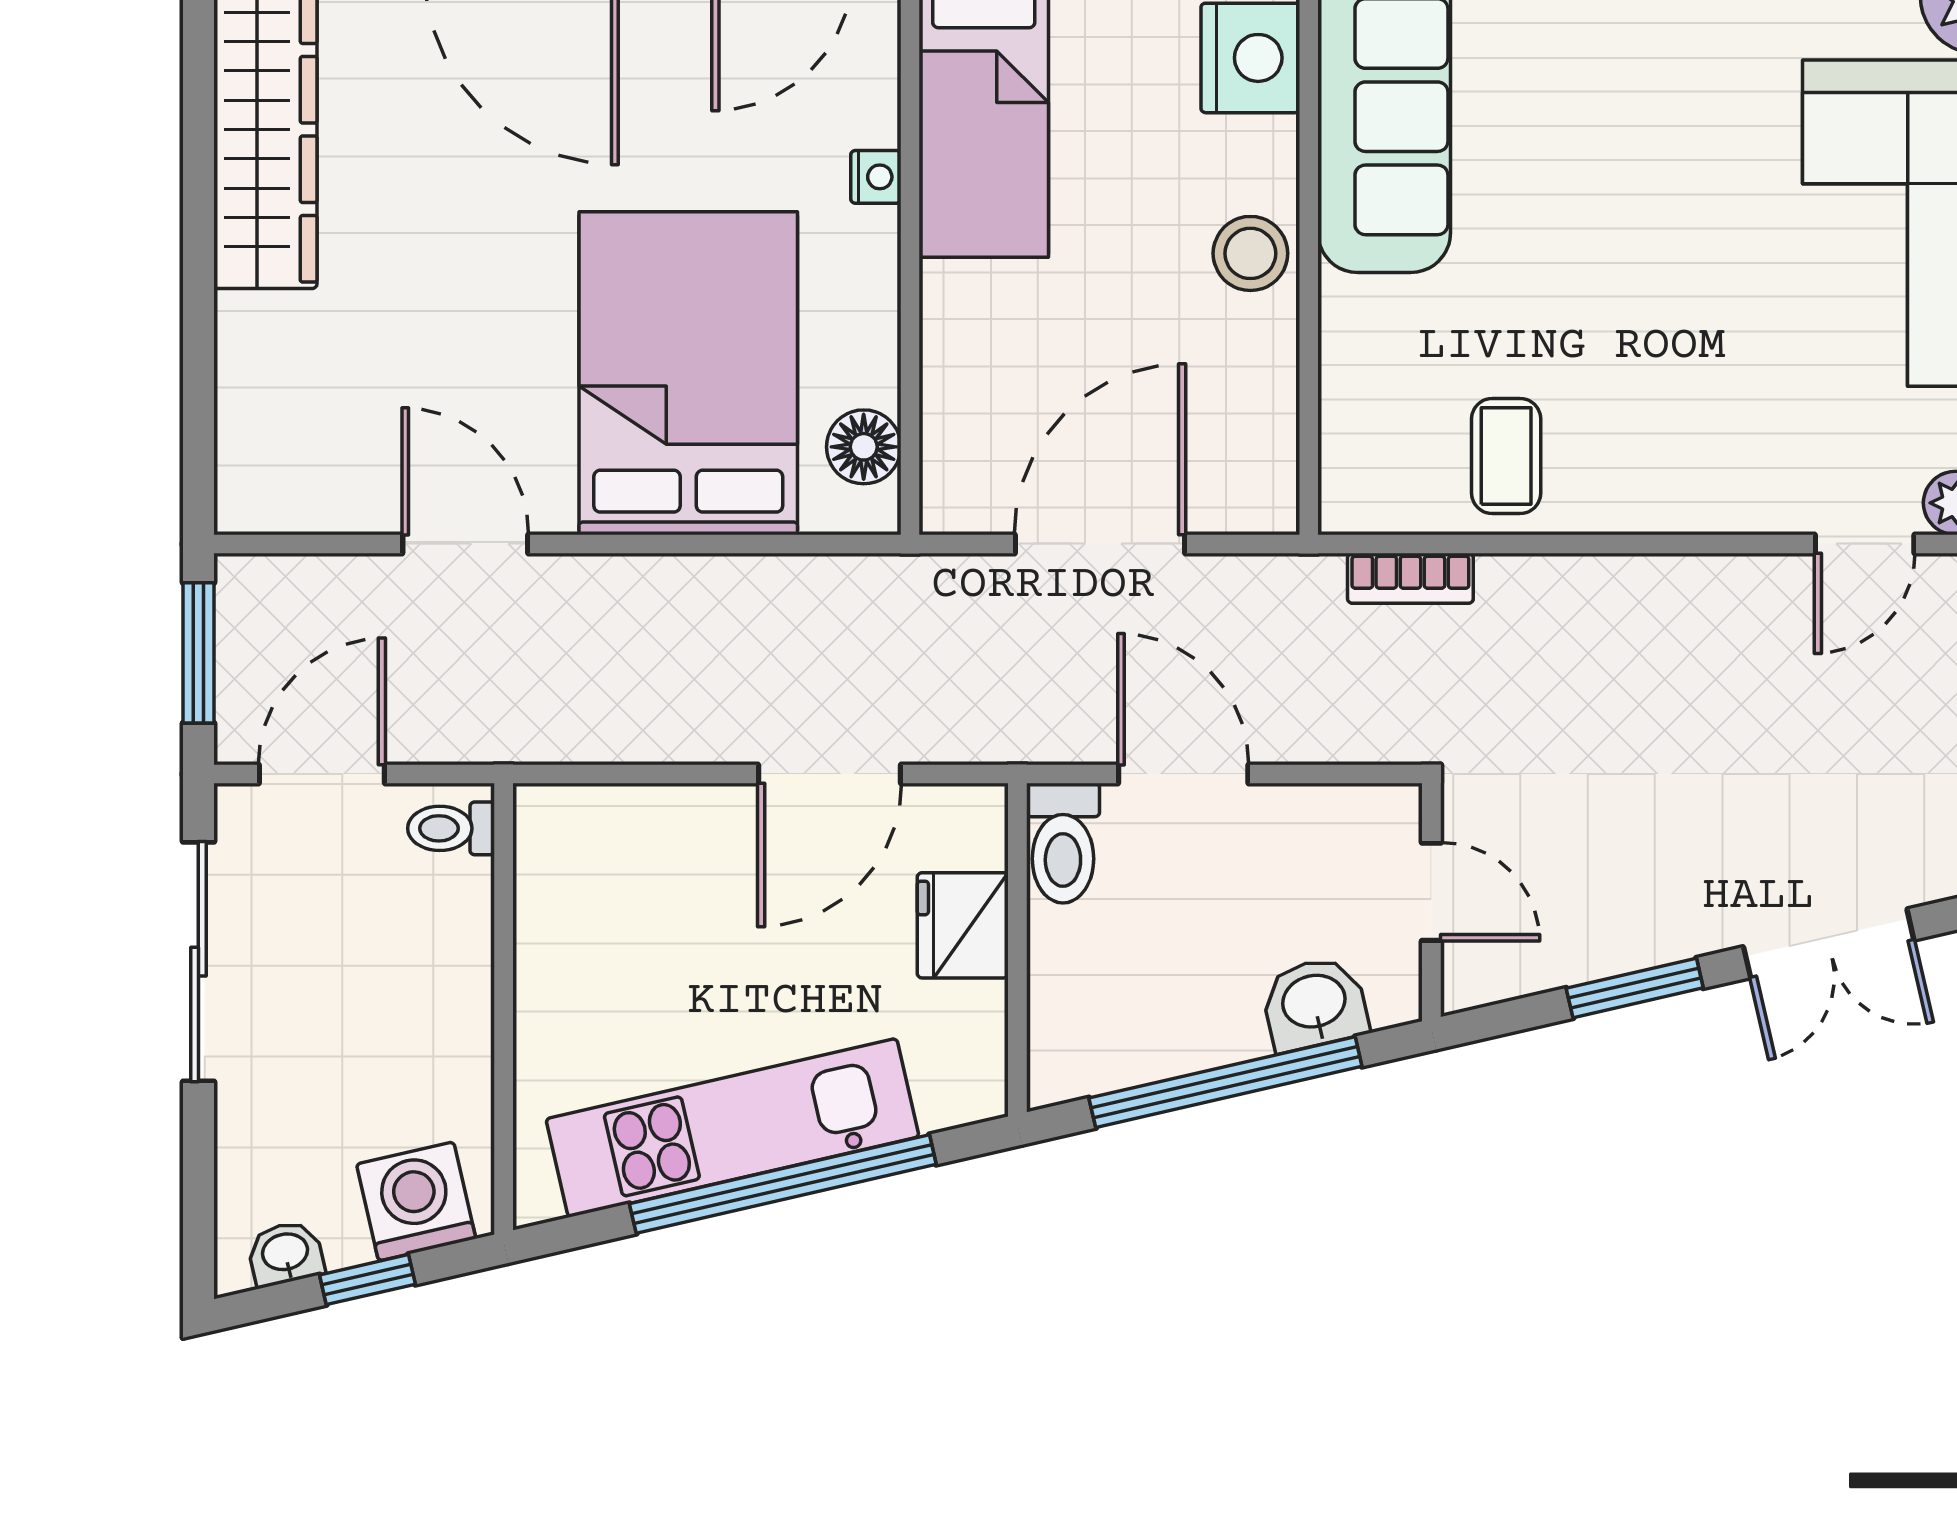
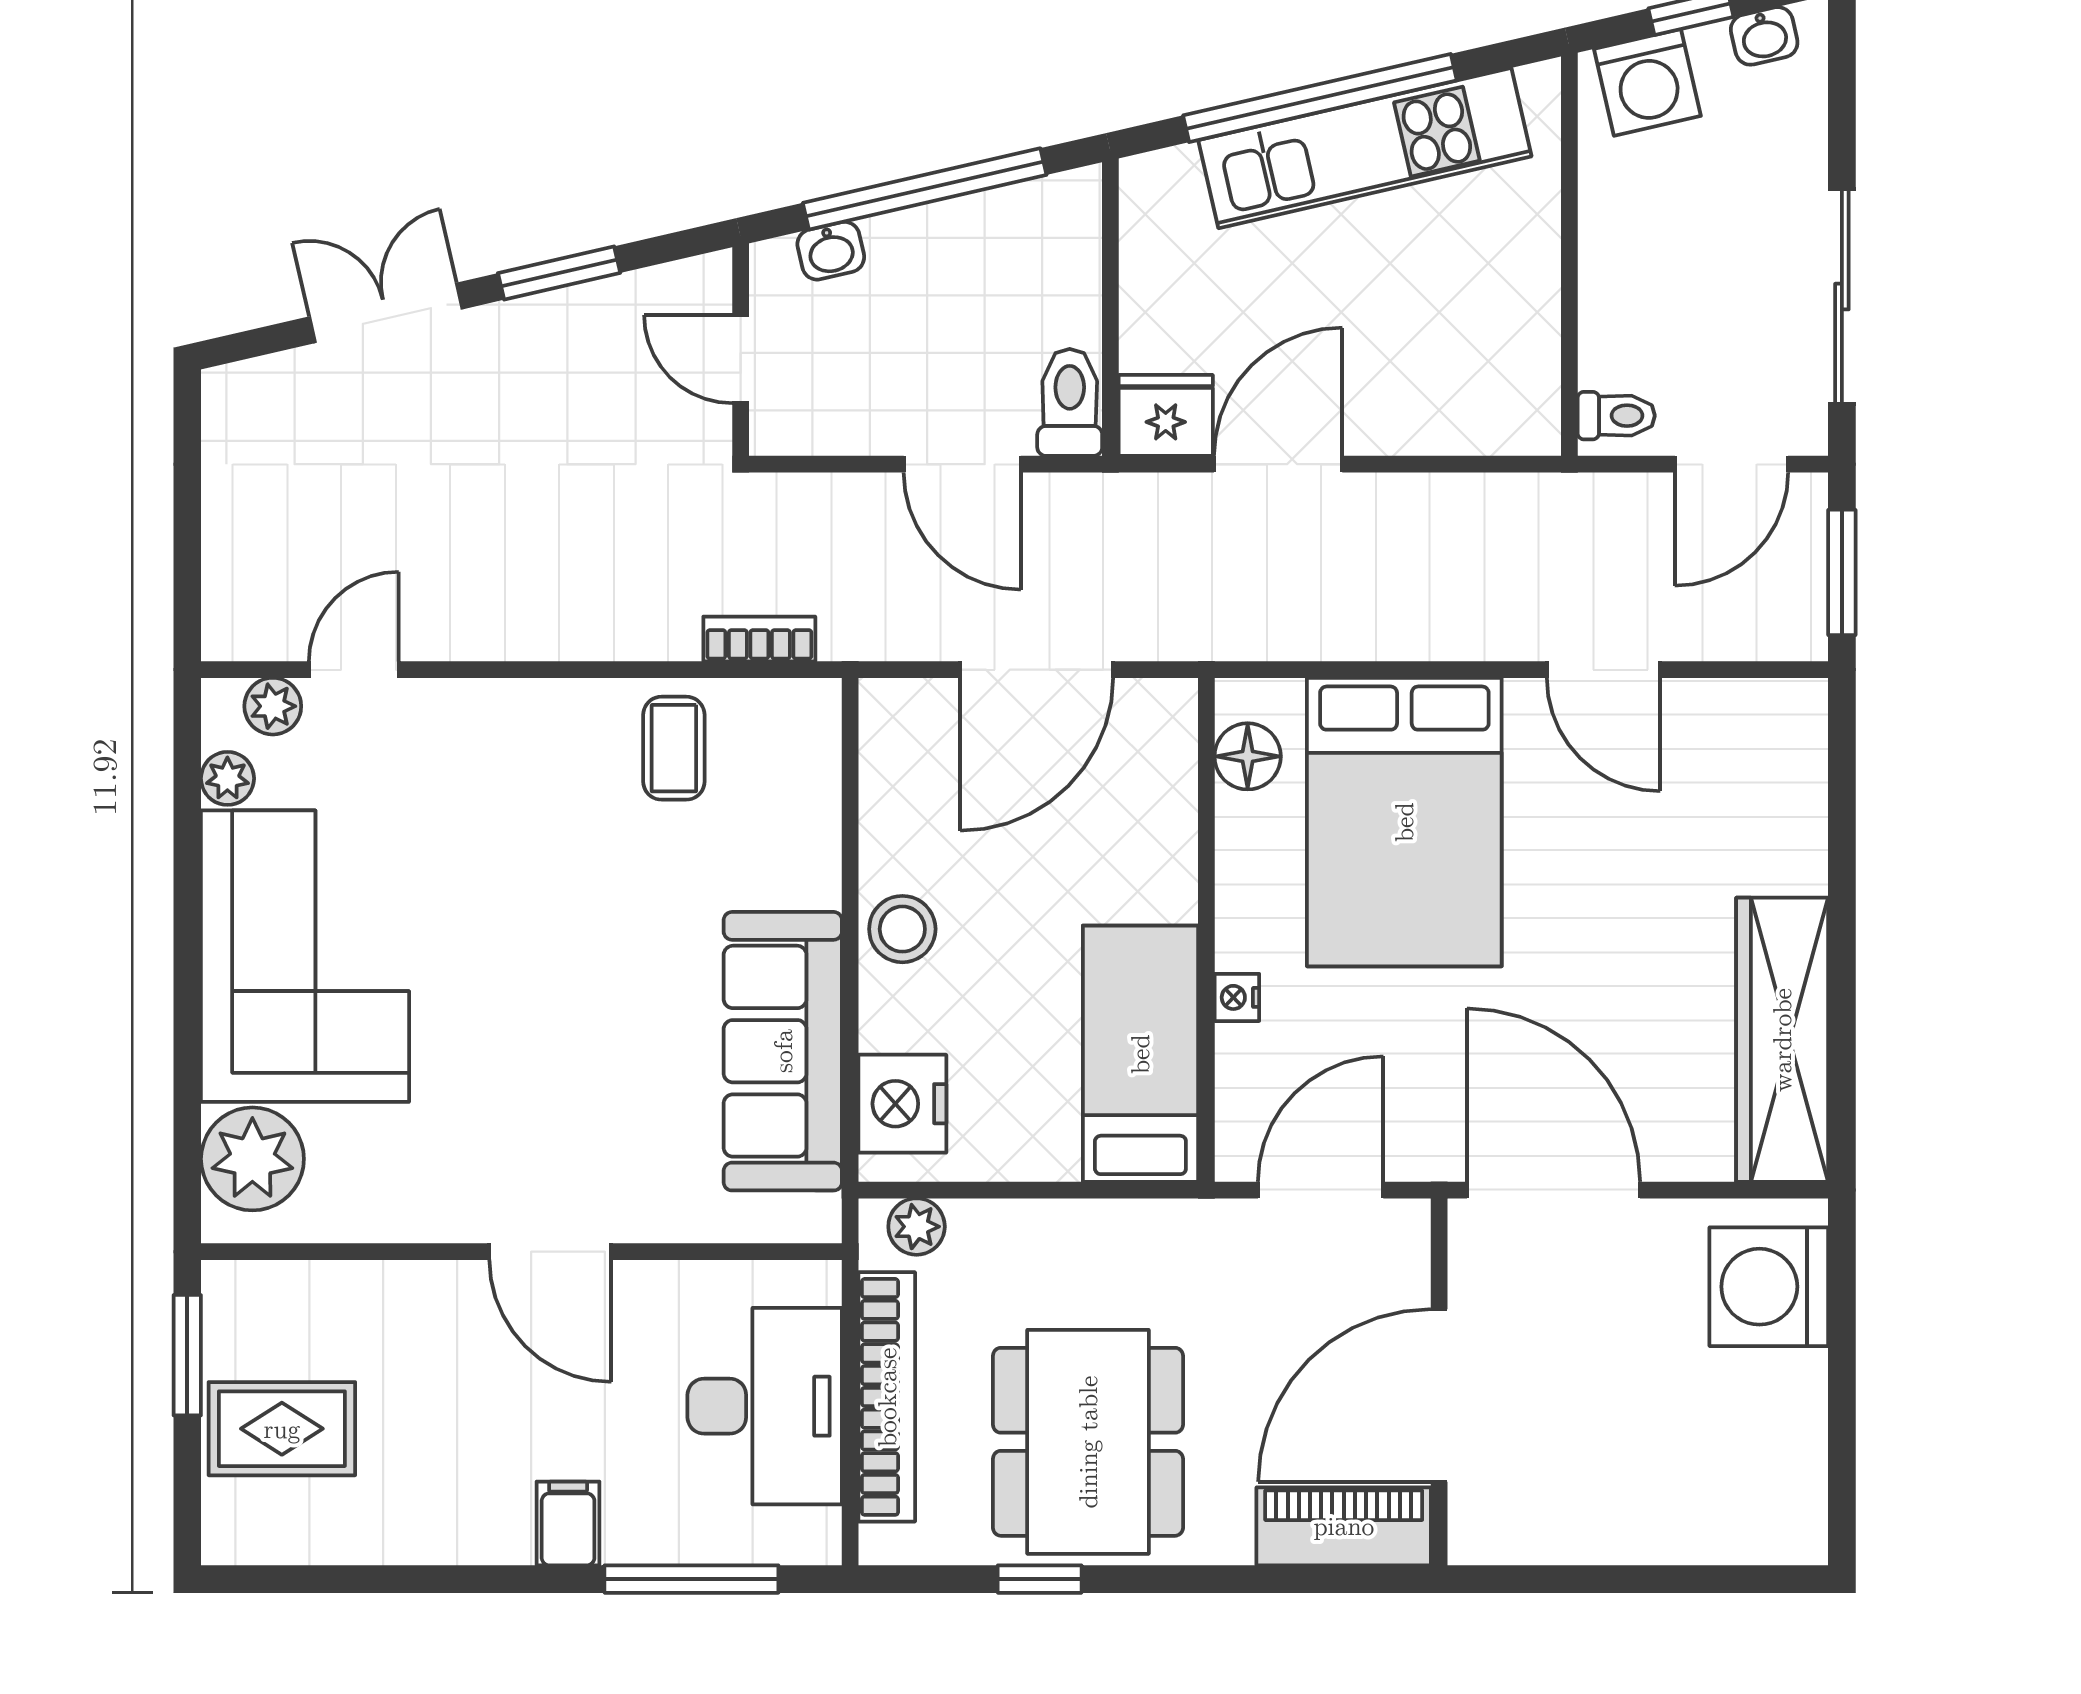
fridge: (963, 925) -> (1166, 415), moved, turned -90
washbasin: (1314, 1004) -> (831, 251), width x0.72, depth x0.69

